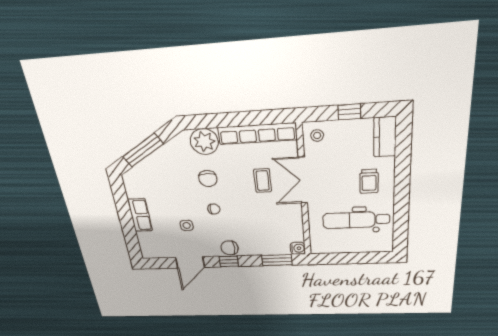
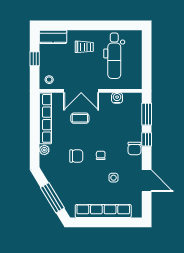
plant: (204, 142) -> (44, 150), width x0.53, depth x0.53
row of seats: (140, 215) -> (103, 211), width x2.02
water cooler: (298, 248) -> (117, 98), moved
window: (229, 261) -> (147, 139), moved

